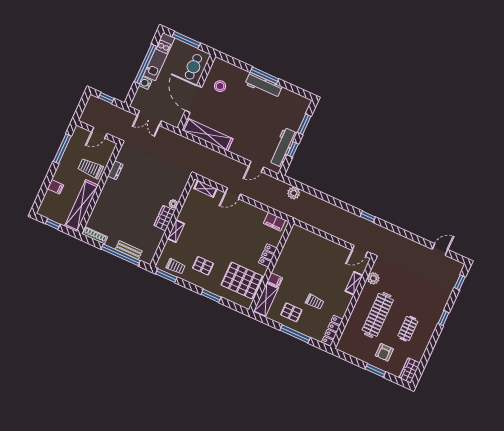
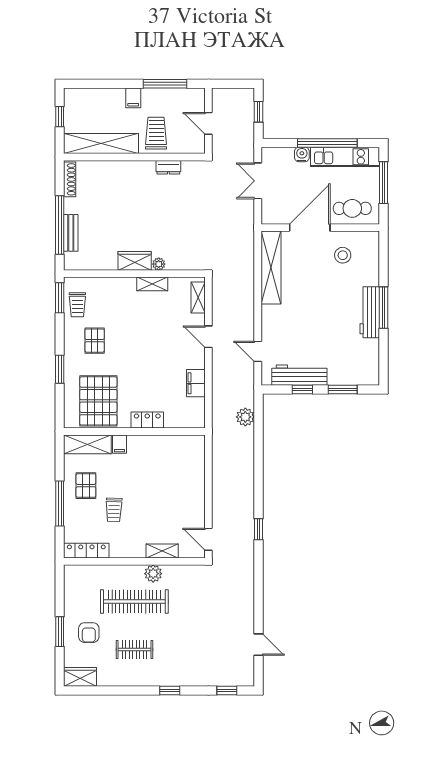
filing cabinet: (55, 187) -> (133, 98), moved
filing cabinet: (275, 222) -> (196, 383), moved
shelving: (176, 231) -> (152, 284), moved
plant: (373, 278) -> (153, 574), moved
armchair: (384, 352) -> (89, 633), turned -90

